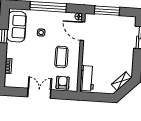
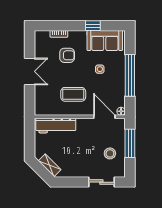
stool: (115, 28) -> (110, 153), added
door: (83, 31) -> (104, 117), hinge flipped
workbench: (87, 78) -> (56, 126), width x1.38
armchair: (63, 83) -> (67, 55), moved

